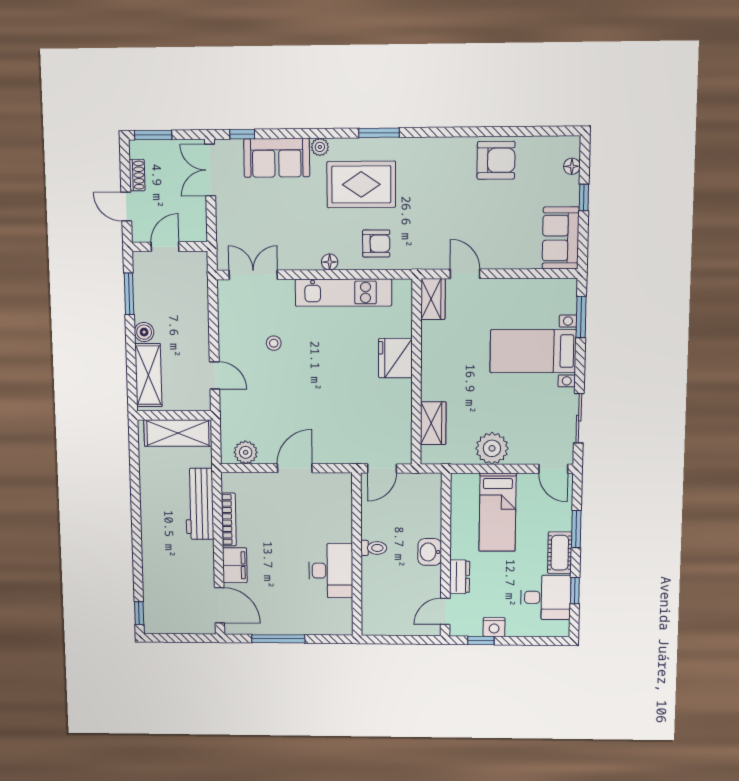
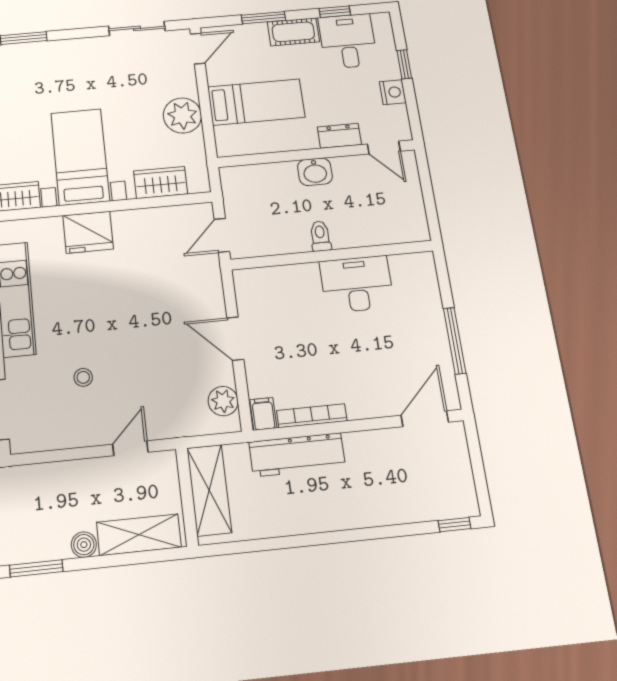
bed with nightstands: (533, 351) -> (80, 157), moved, turned 180
door: (382, 468) -> (222, 235), swing flipped
filing cabinet: (235, 565) -> (263, 414), moved, width x0.50
window: (481, 640) -> (404, 64), moved

